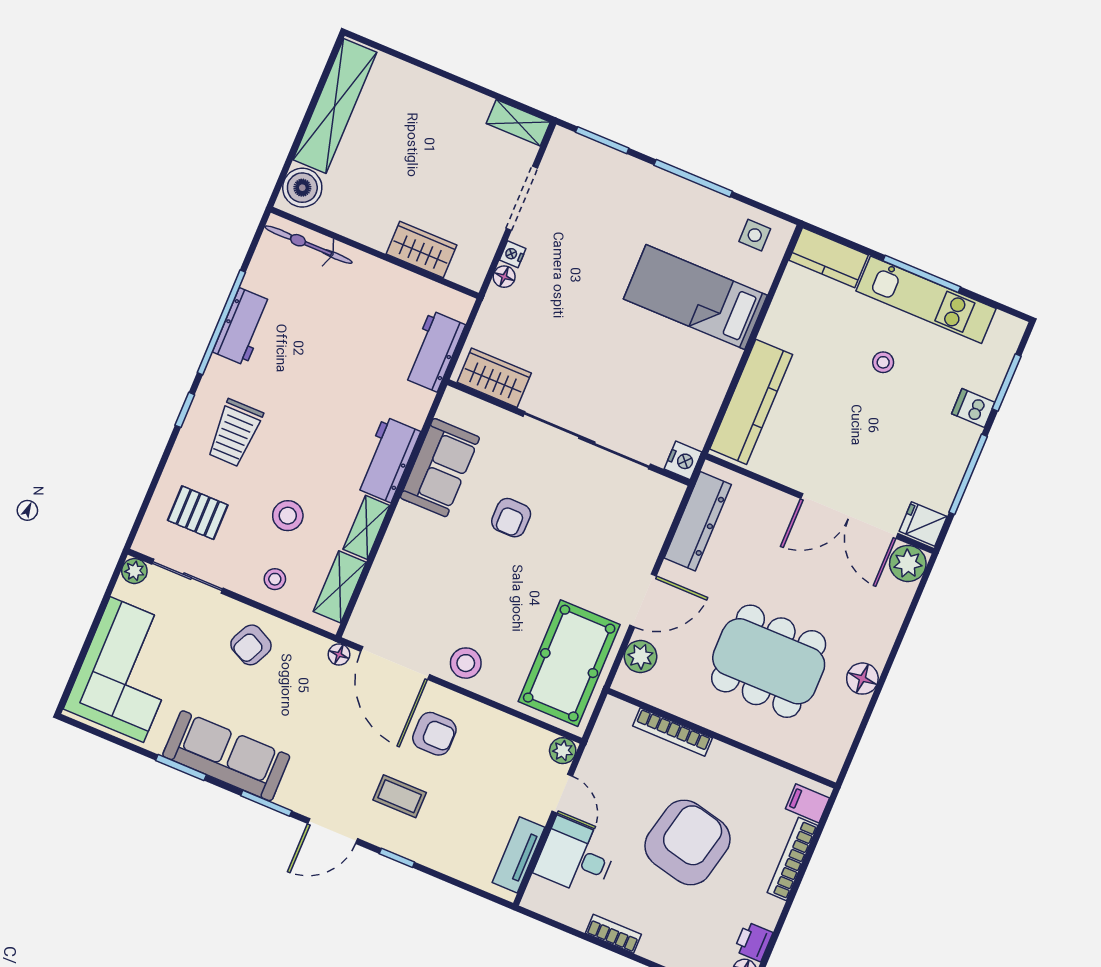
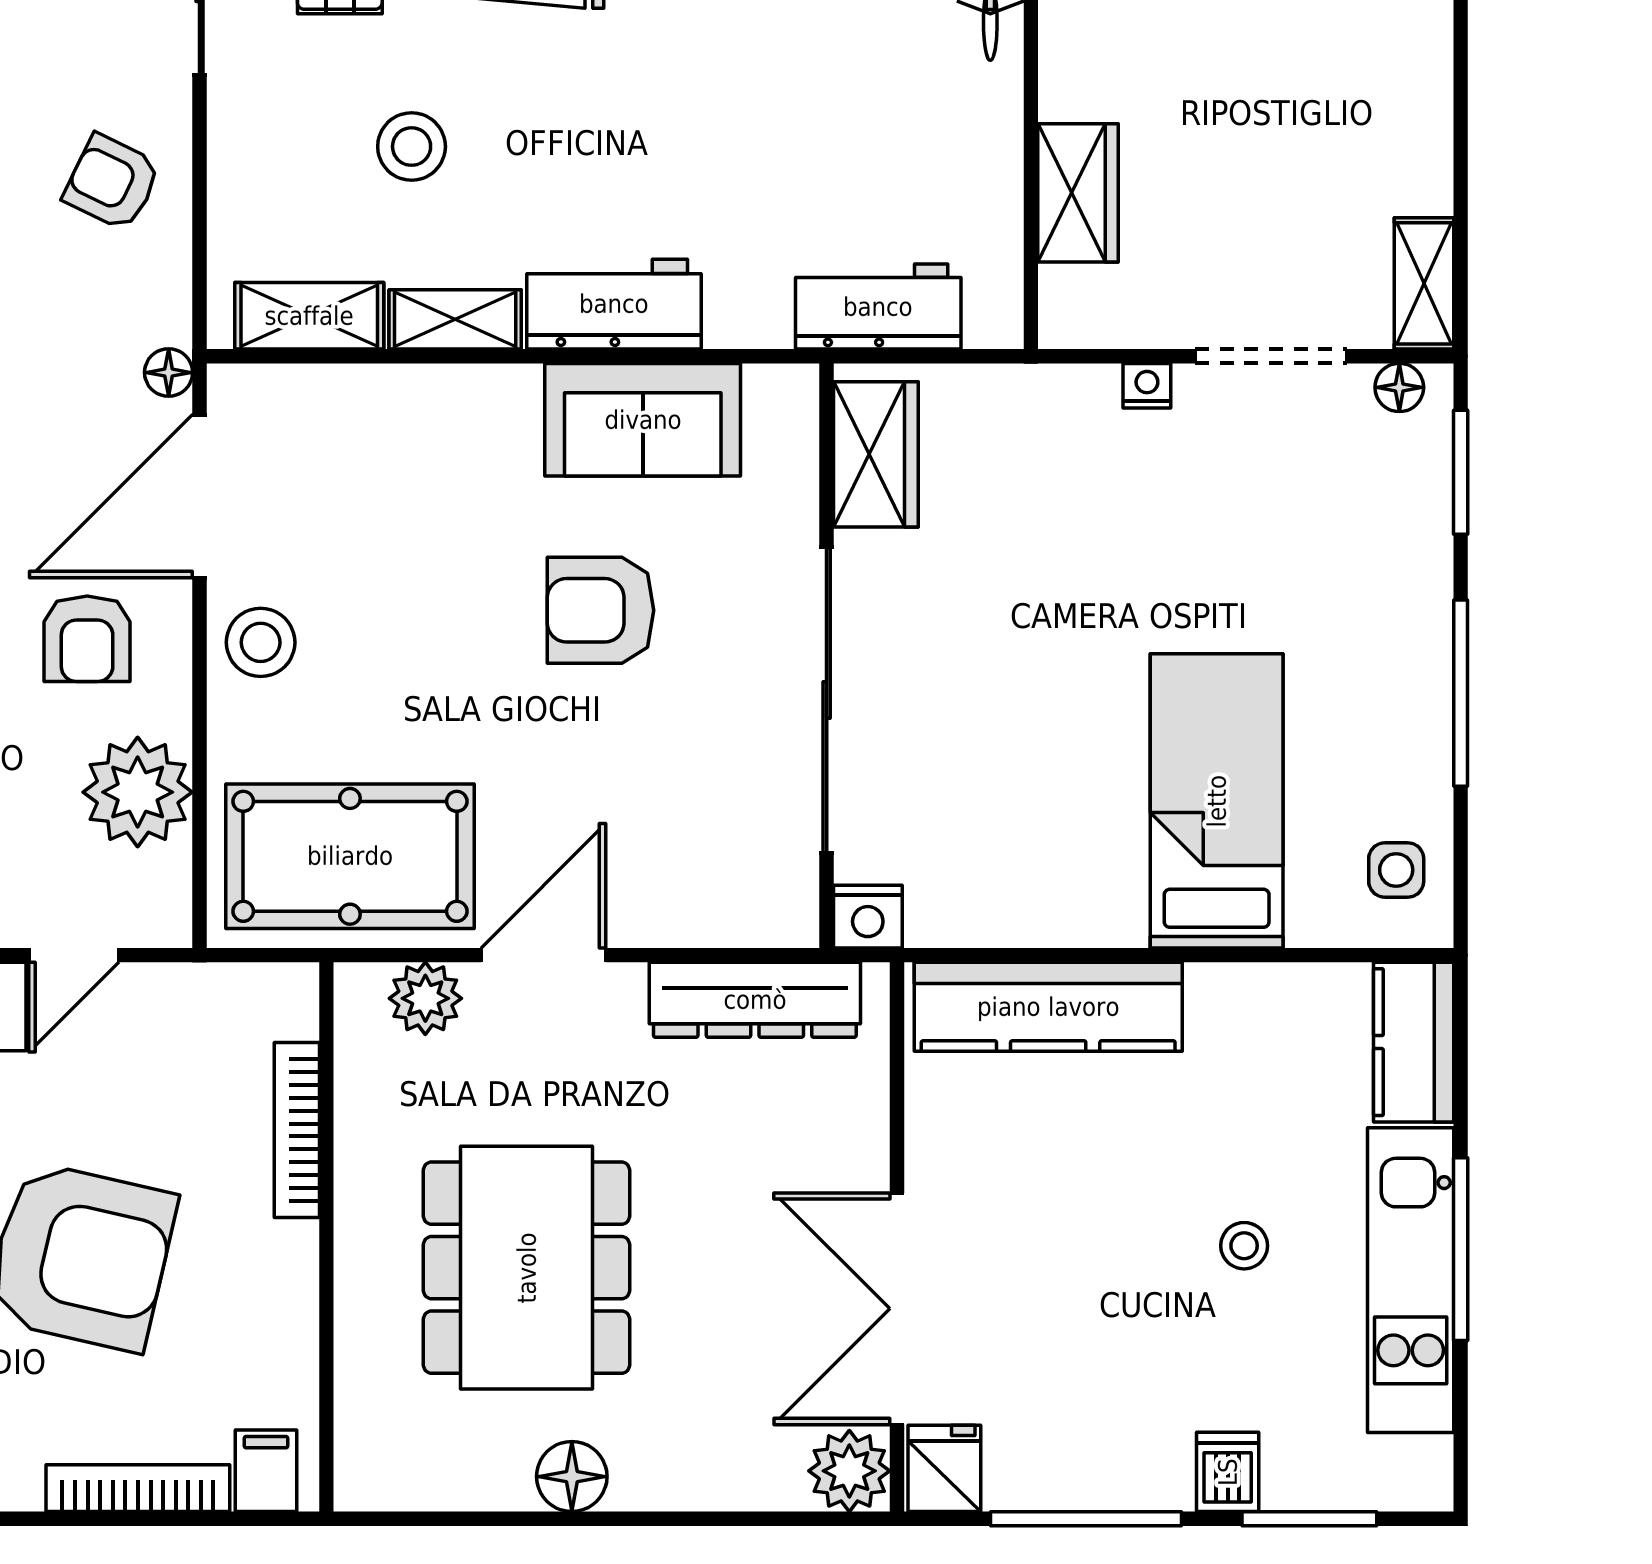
floor lamp: (504, 277) -> (1399, 387), moved
armchair: (511, 518) -> (601, 610), width x1.38, depth x1.38
stool: (275, 579) -> (269, 175), removed
door: (643, 601) -> (543, 955), swing flipped
plant: (563, 751) -> (138, 792), moved, width x1.88, depth x1.88

